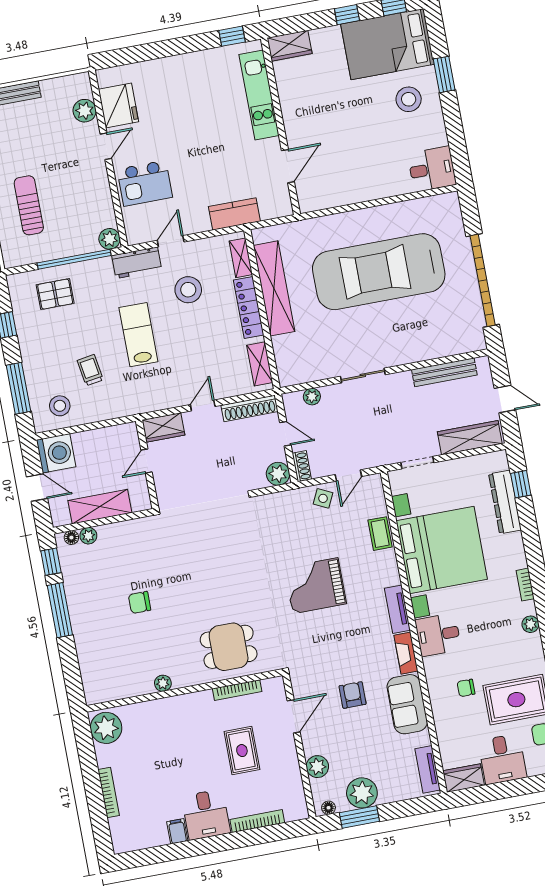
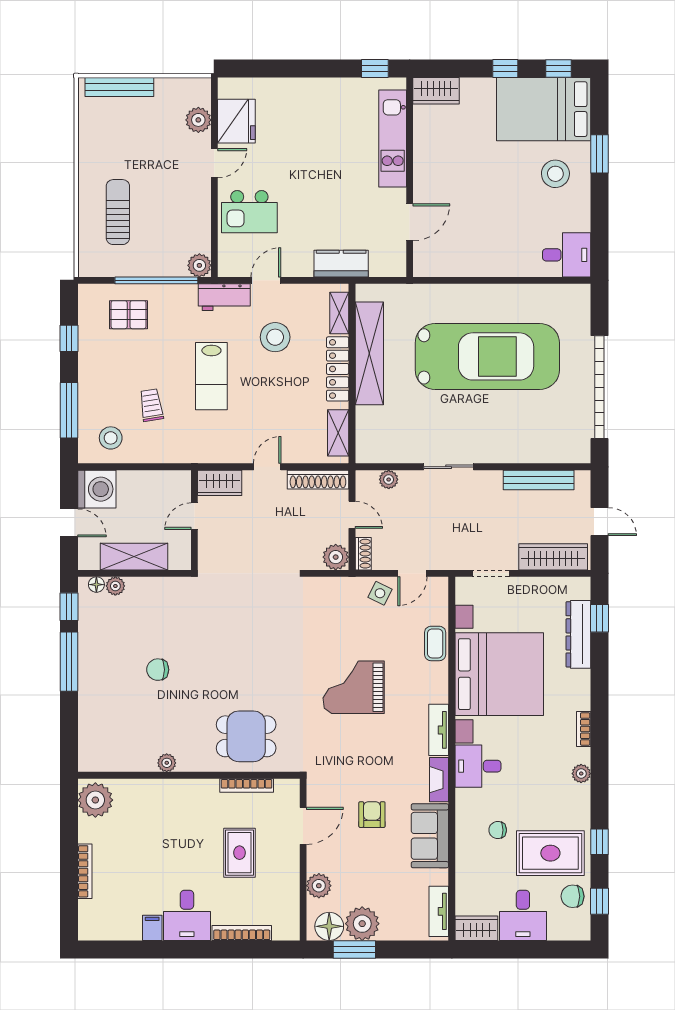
car: (379, 272) -> (487, 356), turned 180
lab bench: (138, 335) -> (211, 376), turned 180
floor lamp: (328, 808) -> (329, 926), width x1.89, depth x1.89

